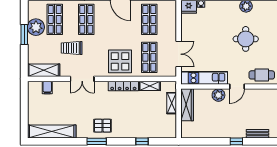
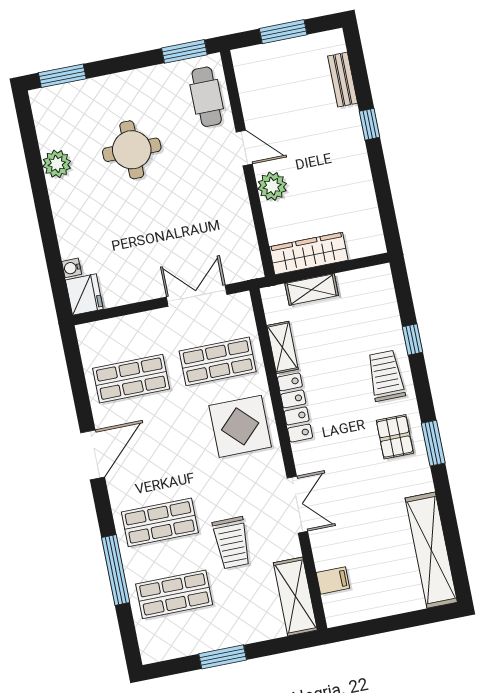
plant: (36, 27) -> (200, 634), removed
kitchen unit: (204, 78) -> (239, 227), removed
trolley: (129, 127) -> (386, 376), added

